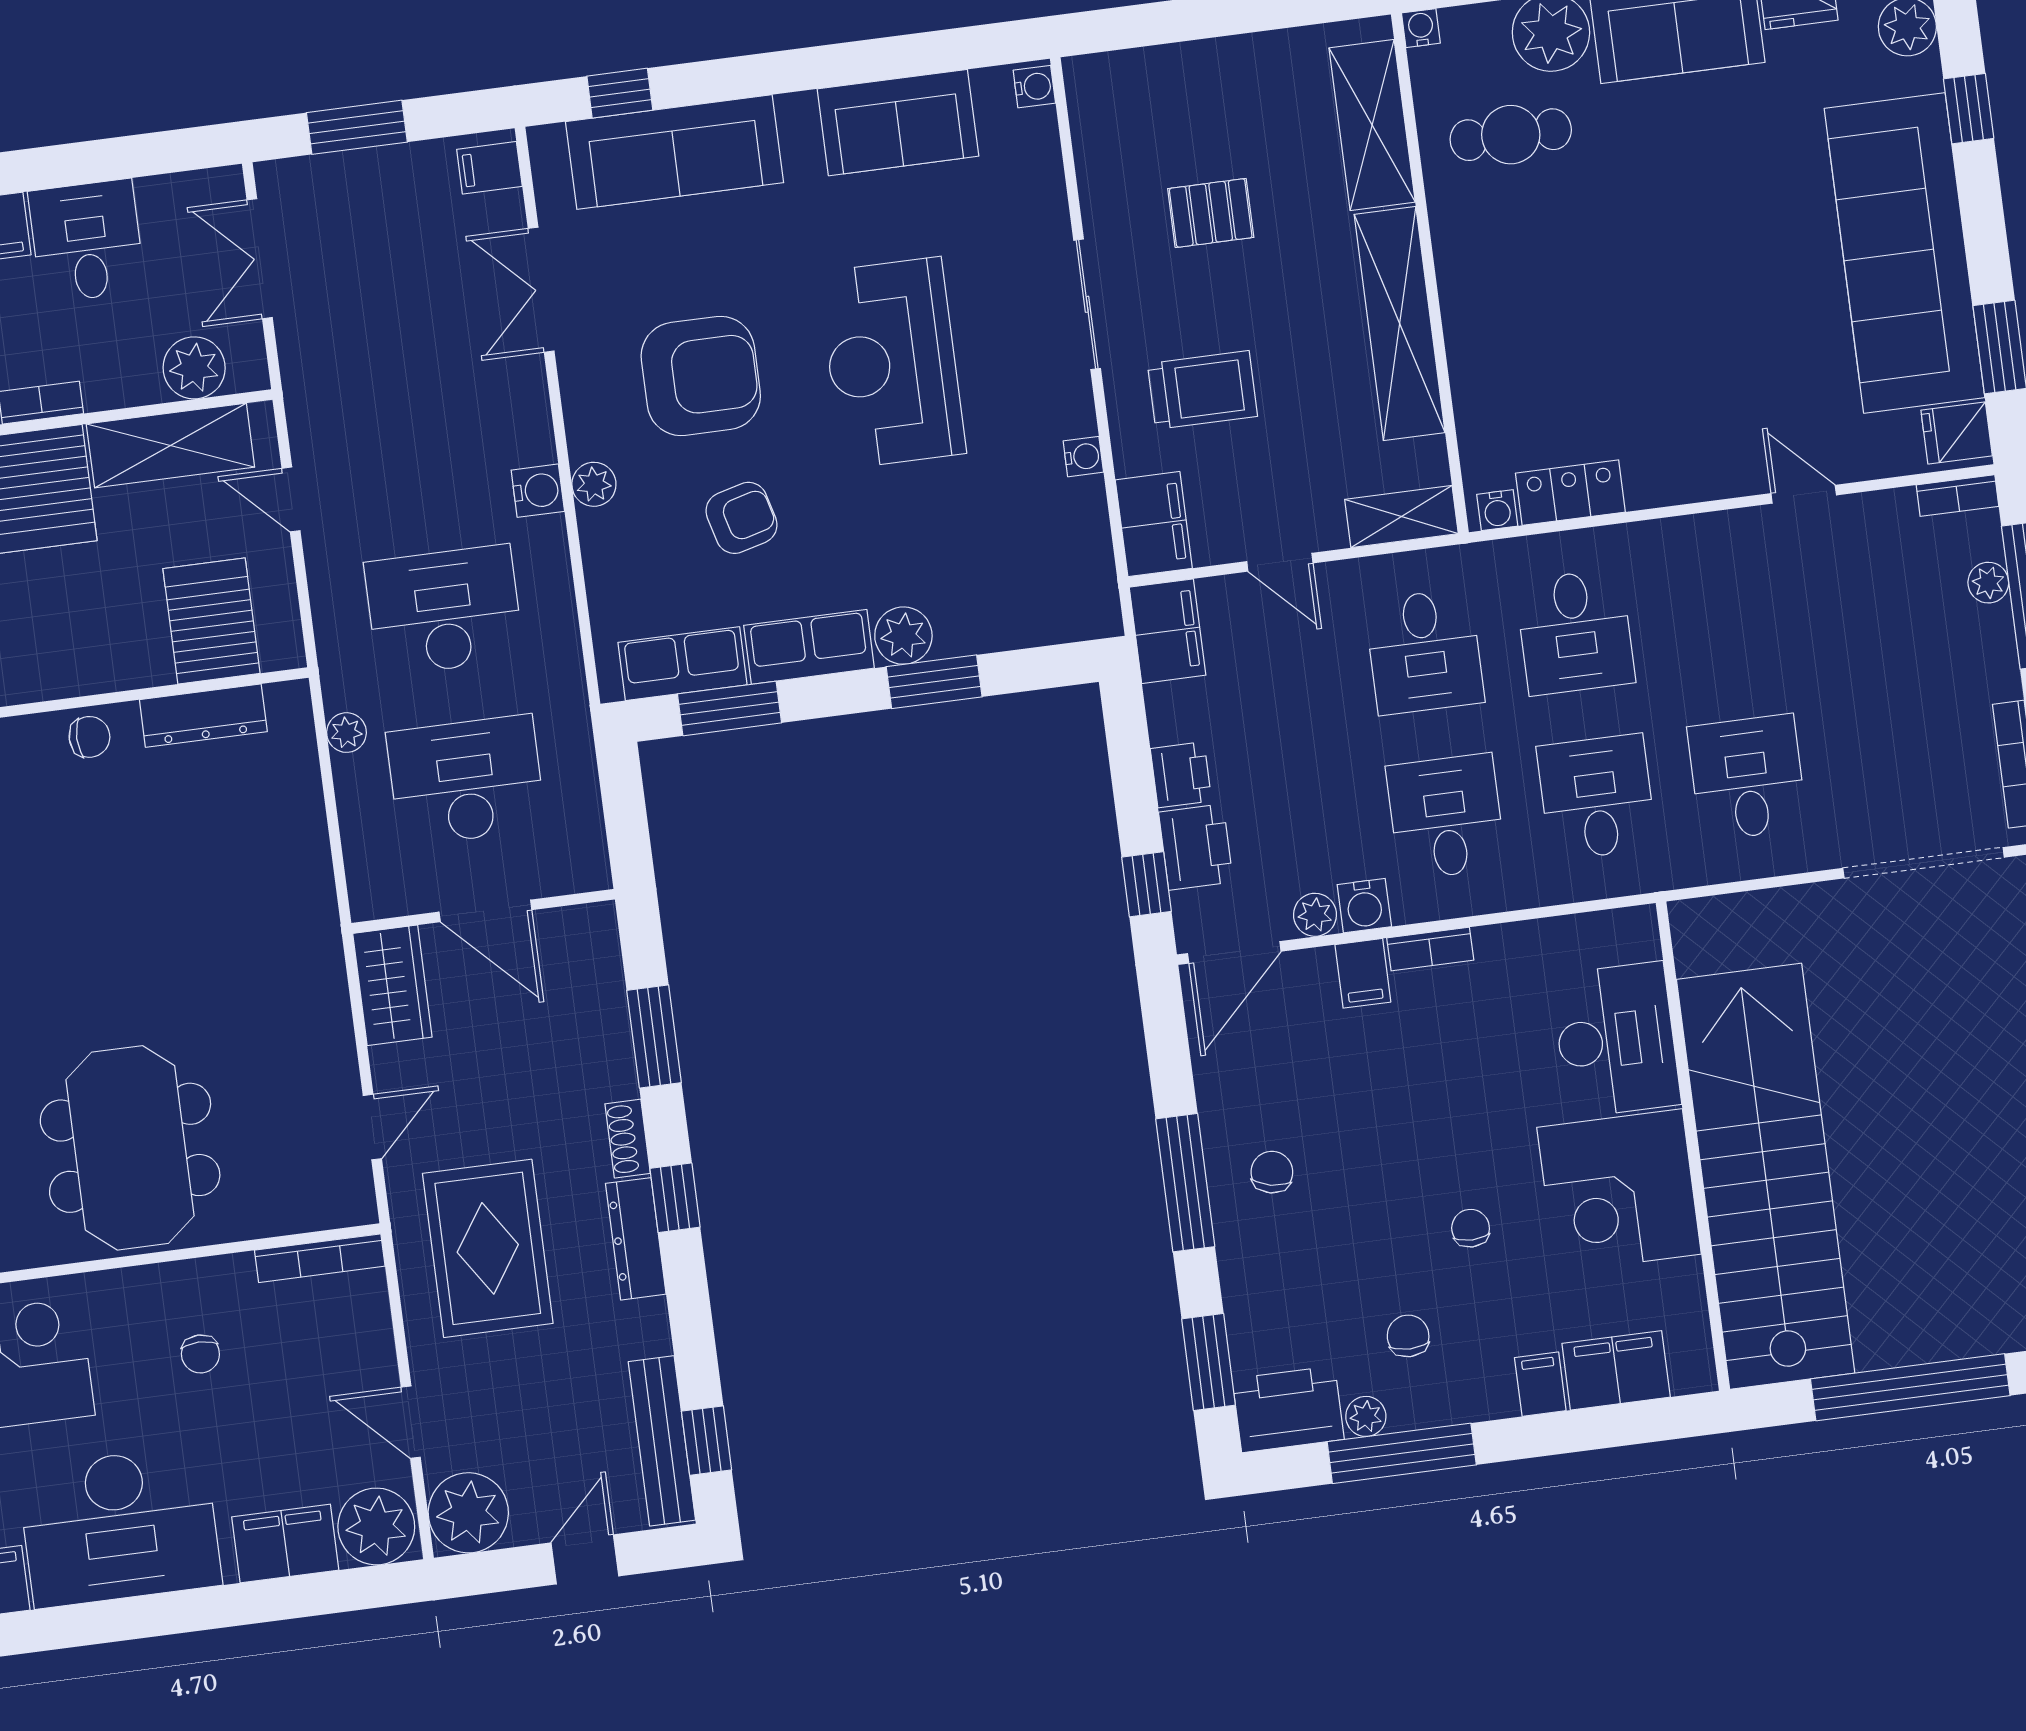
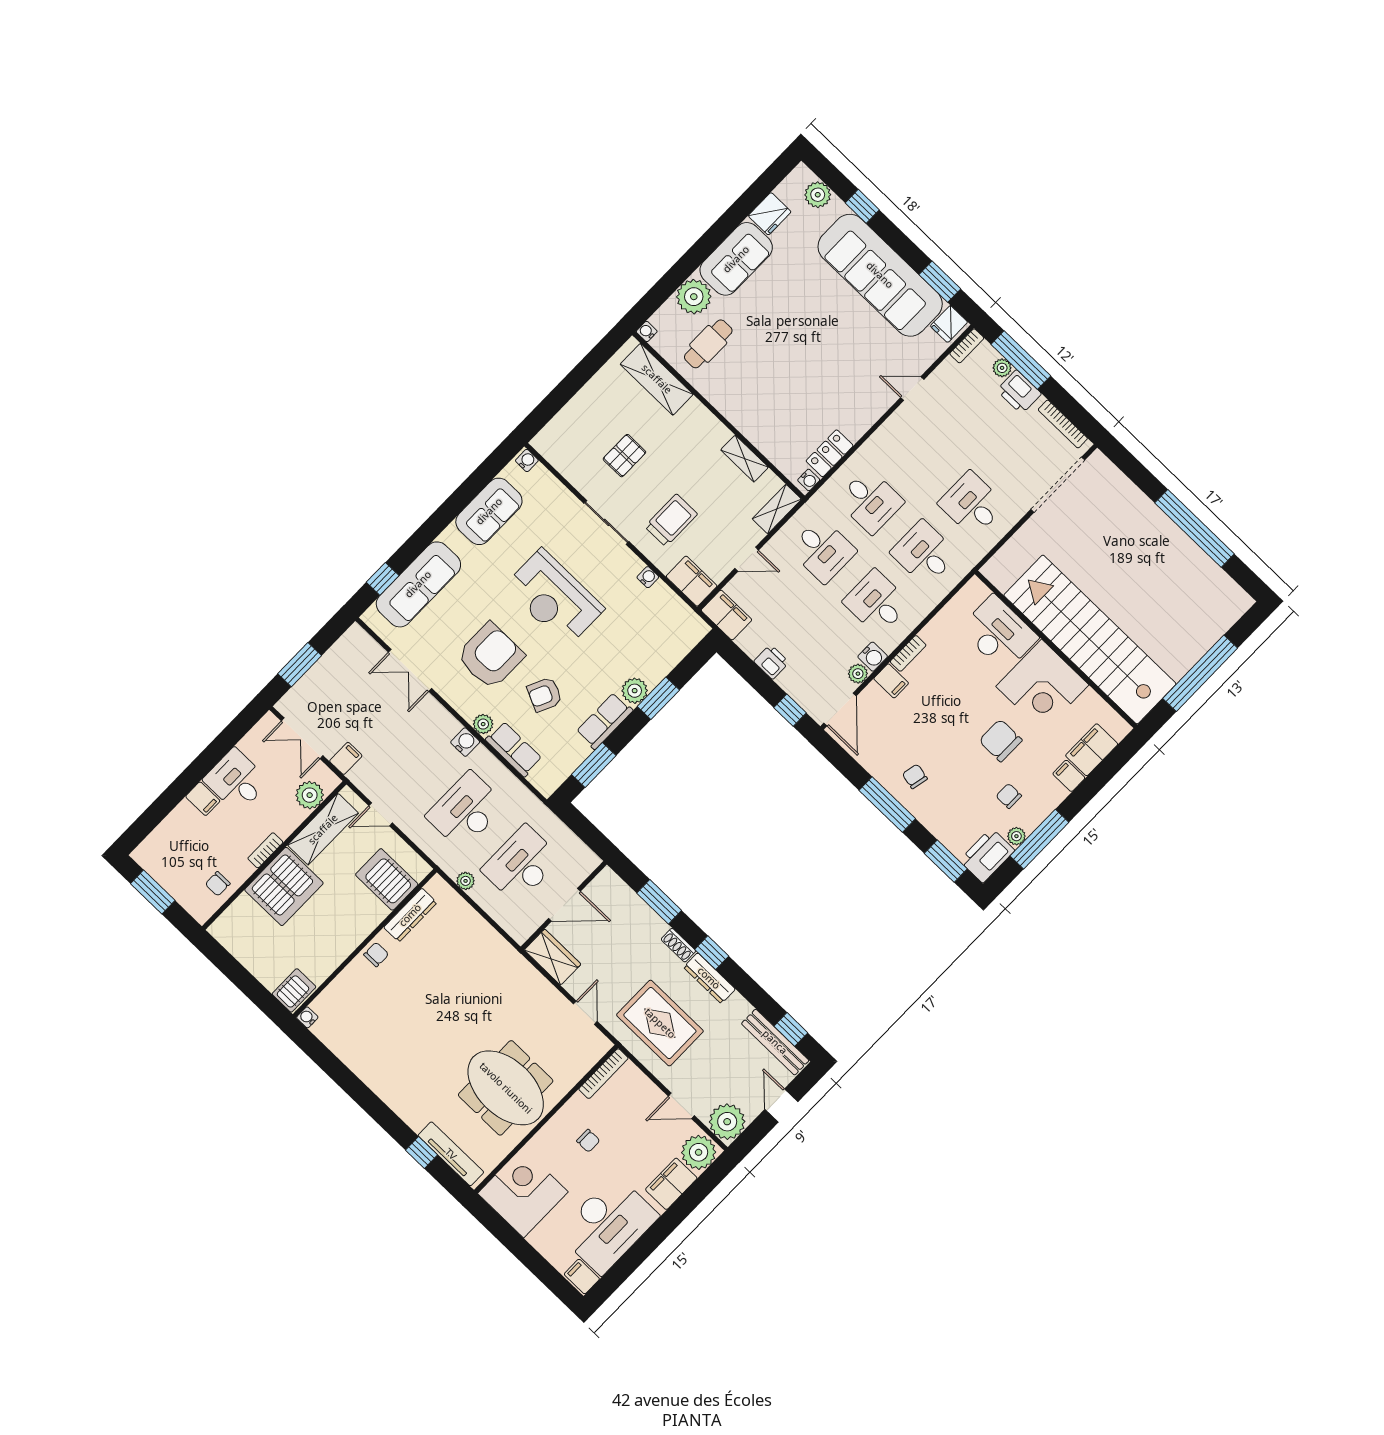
filing cabinet: (489, 168) -> (346, 758), moved, turned 180
shelving: (1400, 323) -> (745, 459), width x0.45, depth x0.75
armchair: (742, 518) -> (545, 695), turned -140
row of seats: (682, 664) -> (514, 749), moved, turned 90
printer: (1196, 847) -> (1019, 392), moved, turned 180
chair: (1471, 1228) -> (1001, 740), width x1.87, depth x1.87

